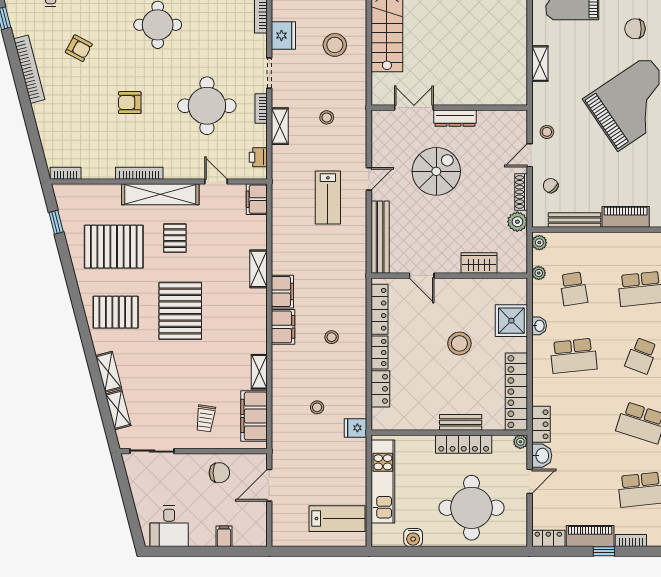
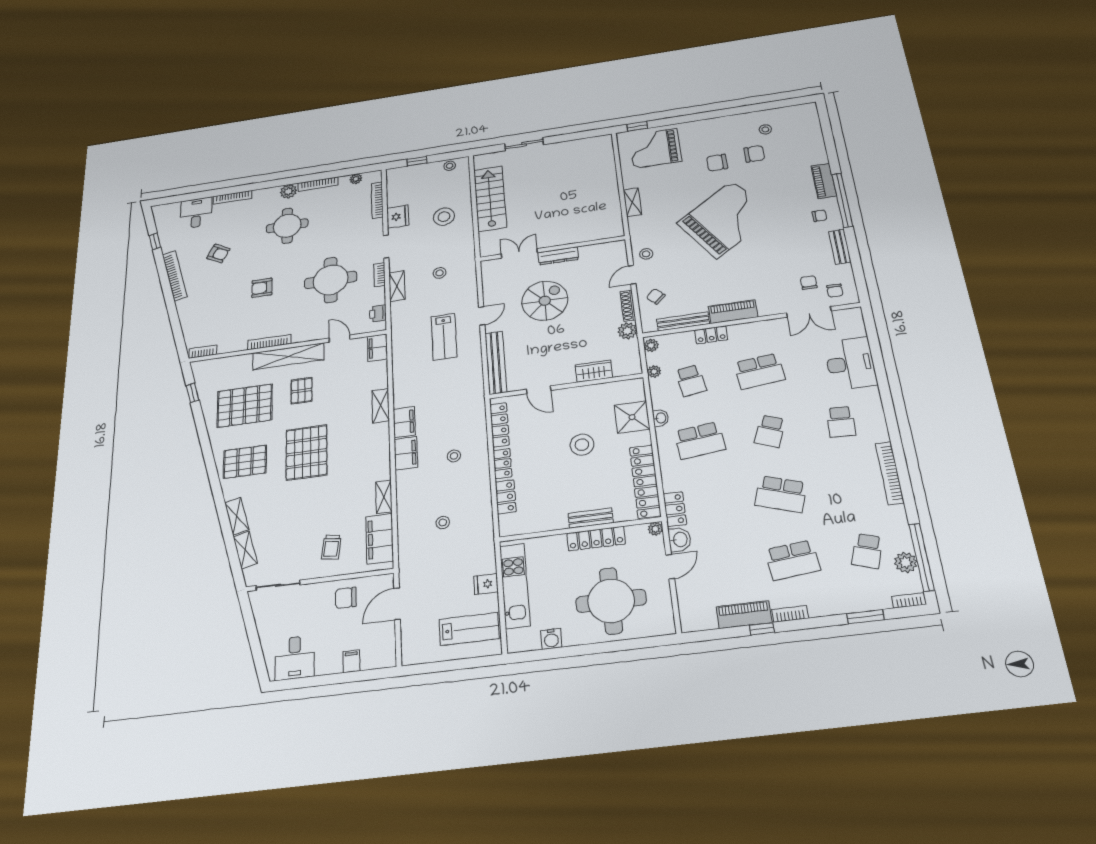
fridge: (356, 428) -> (486, 584), moved
chair: (219, 473) -> (346, 598), turned 180
locker: (548, 538) -> (711, 335), moved, turned 180

